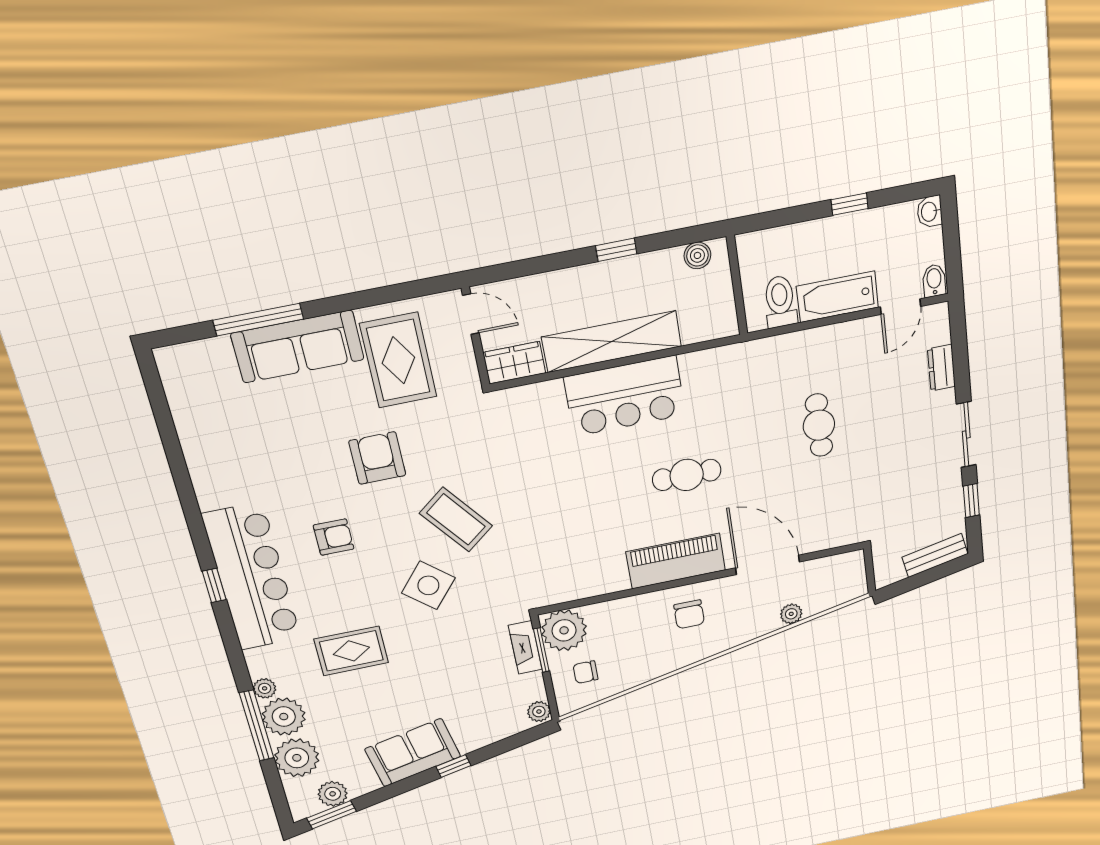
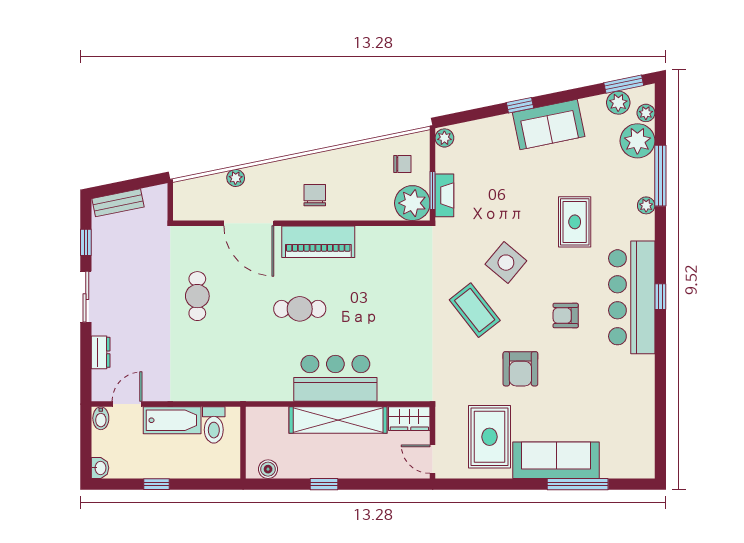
cafe table: (819, 425) -> (197, 296), moved
rug: (351, 651) -> (575, 222), turned 90
plant: (284, 717) -> (646, 113), moved, width x0.53, depth x0.53

